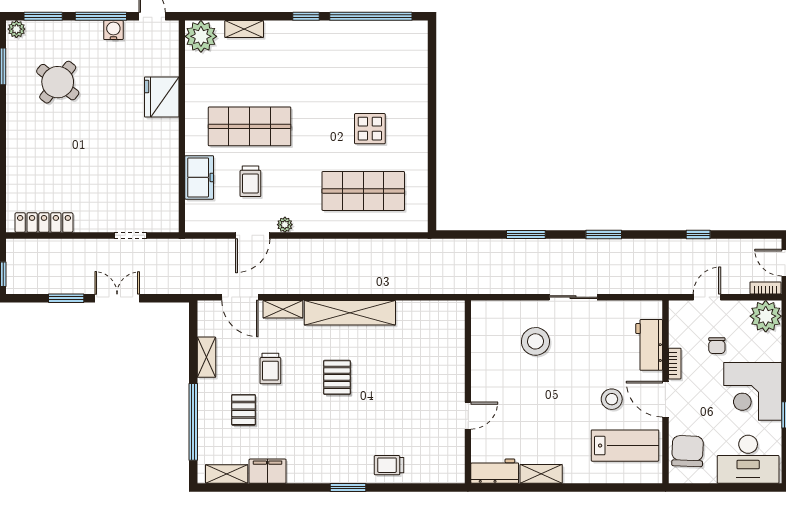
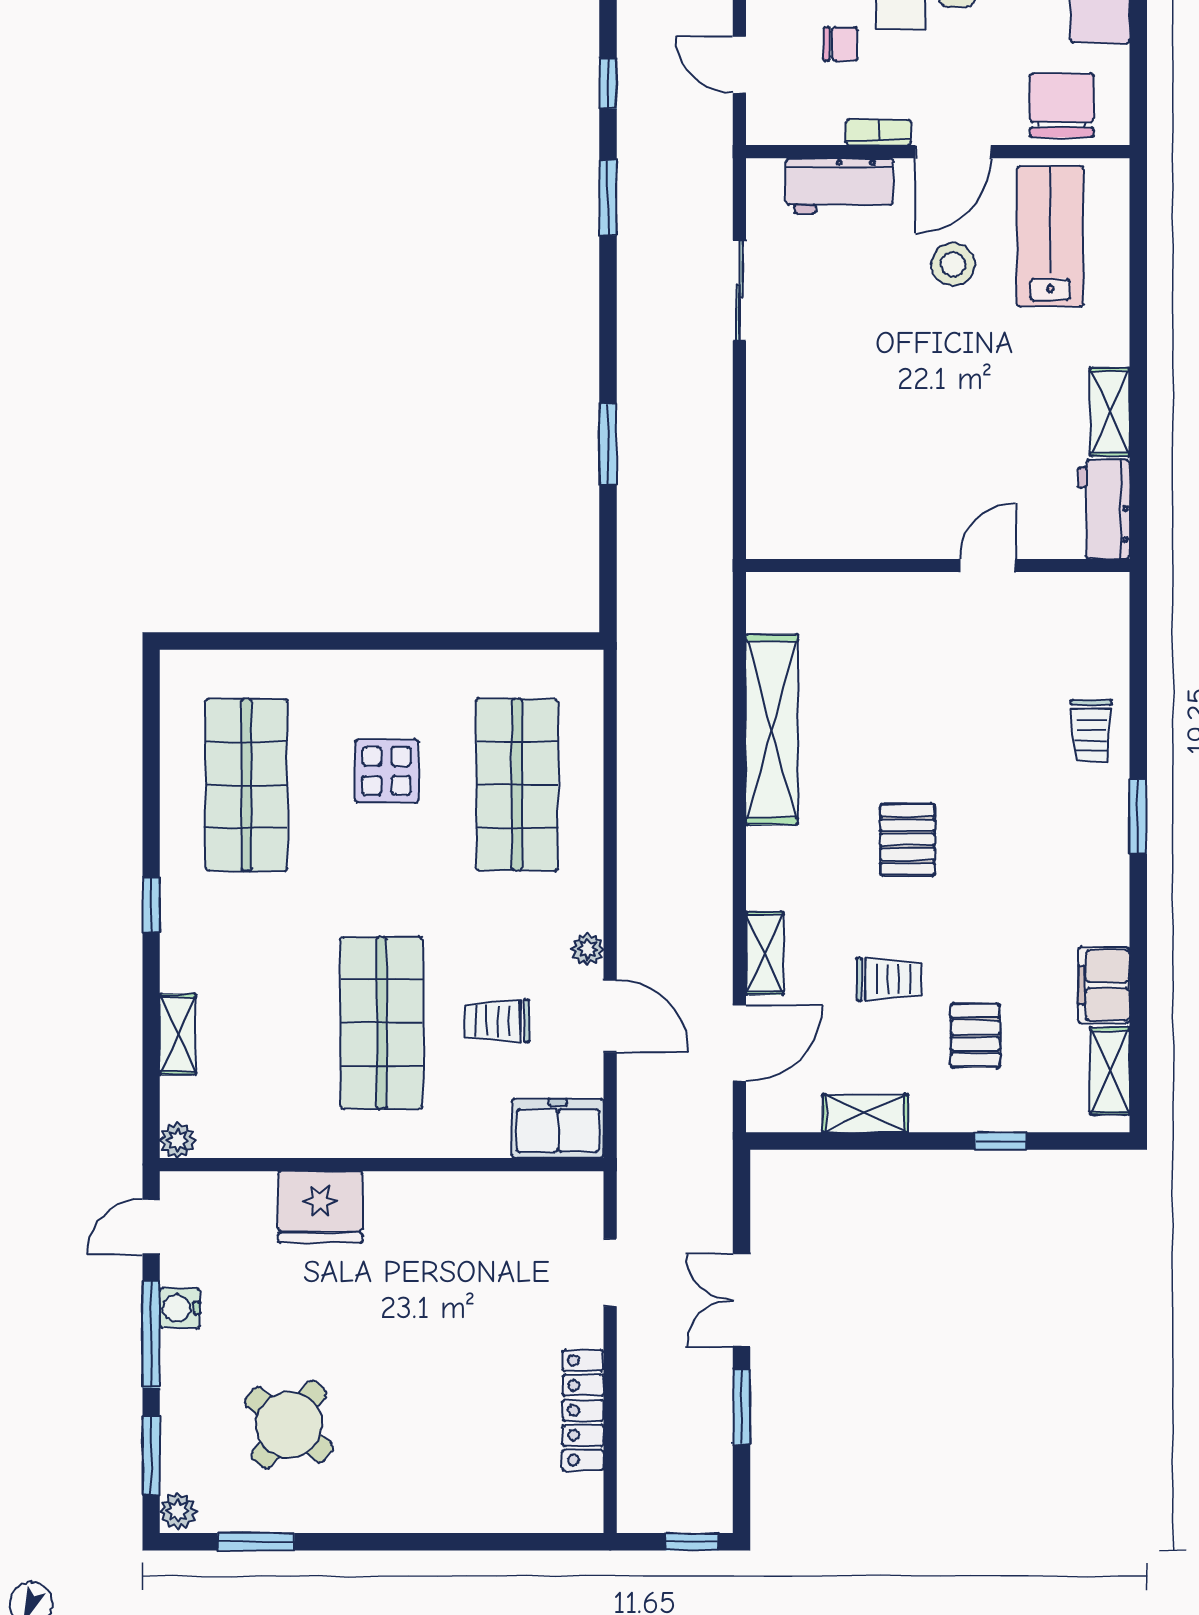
window: (371, 16) -> (151, 769), removed
plant: (201, 36) -> (178, 1140), width x0.53, depth x0.53
shop shelf: (363, 62) -> (246, 785), added
freezer: (199, 177) -> (558, 1128), moved
trolley: (250, 181) -> (497, 1021), turned 180
locker: (44, 222) -> (583, 1410), moved
window: (604, 234) -> (608, 198), moved
sliding door: (573, 297) -> (739, 290), moved
shelving: (350, 313) -> (772, 730), moved
stool: (535, 341) -> (832, 424), removed
pallet: (337, 377) -> (907, 840), turned 90
pallet: (244, 410) -> (975, 1035), turned 90
door: (468, 416) -> (988, 565), hinge flipped
window: (193, 422) -> (1001, 1141), width x0.32
chair: (688, 451) -> (1062, 105), turned 88

